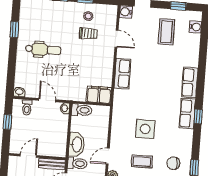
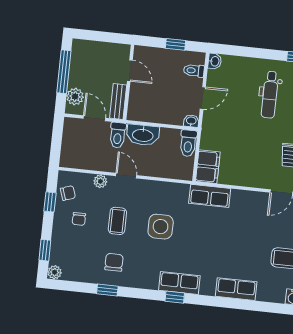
row of seats: (122, 74) -> (210, 196), moved
row of seats: (190, 82) -> (236, 289), moved

